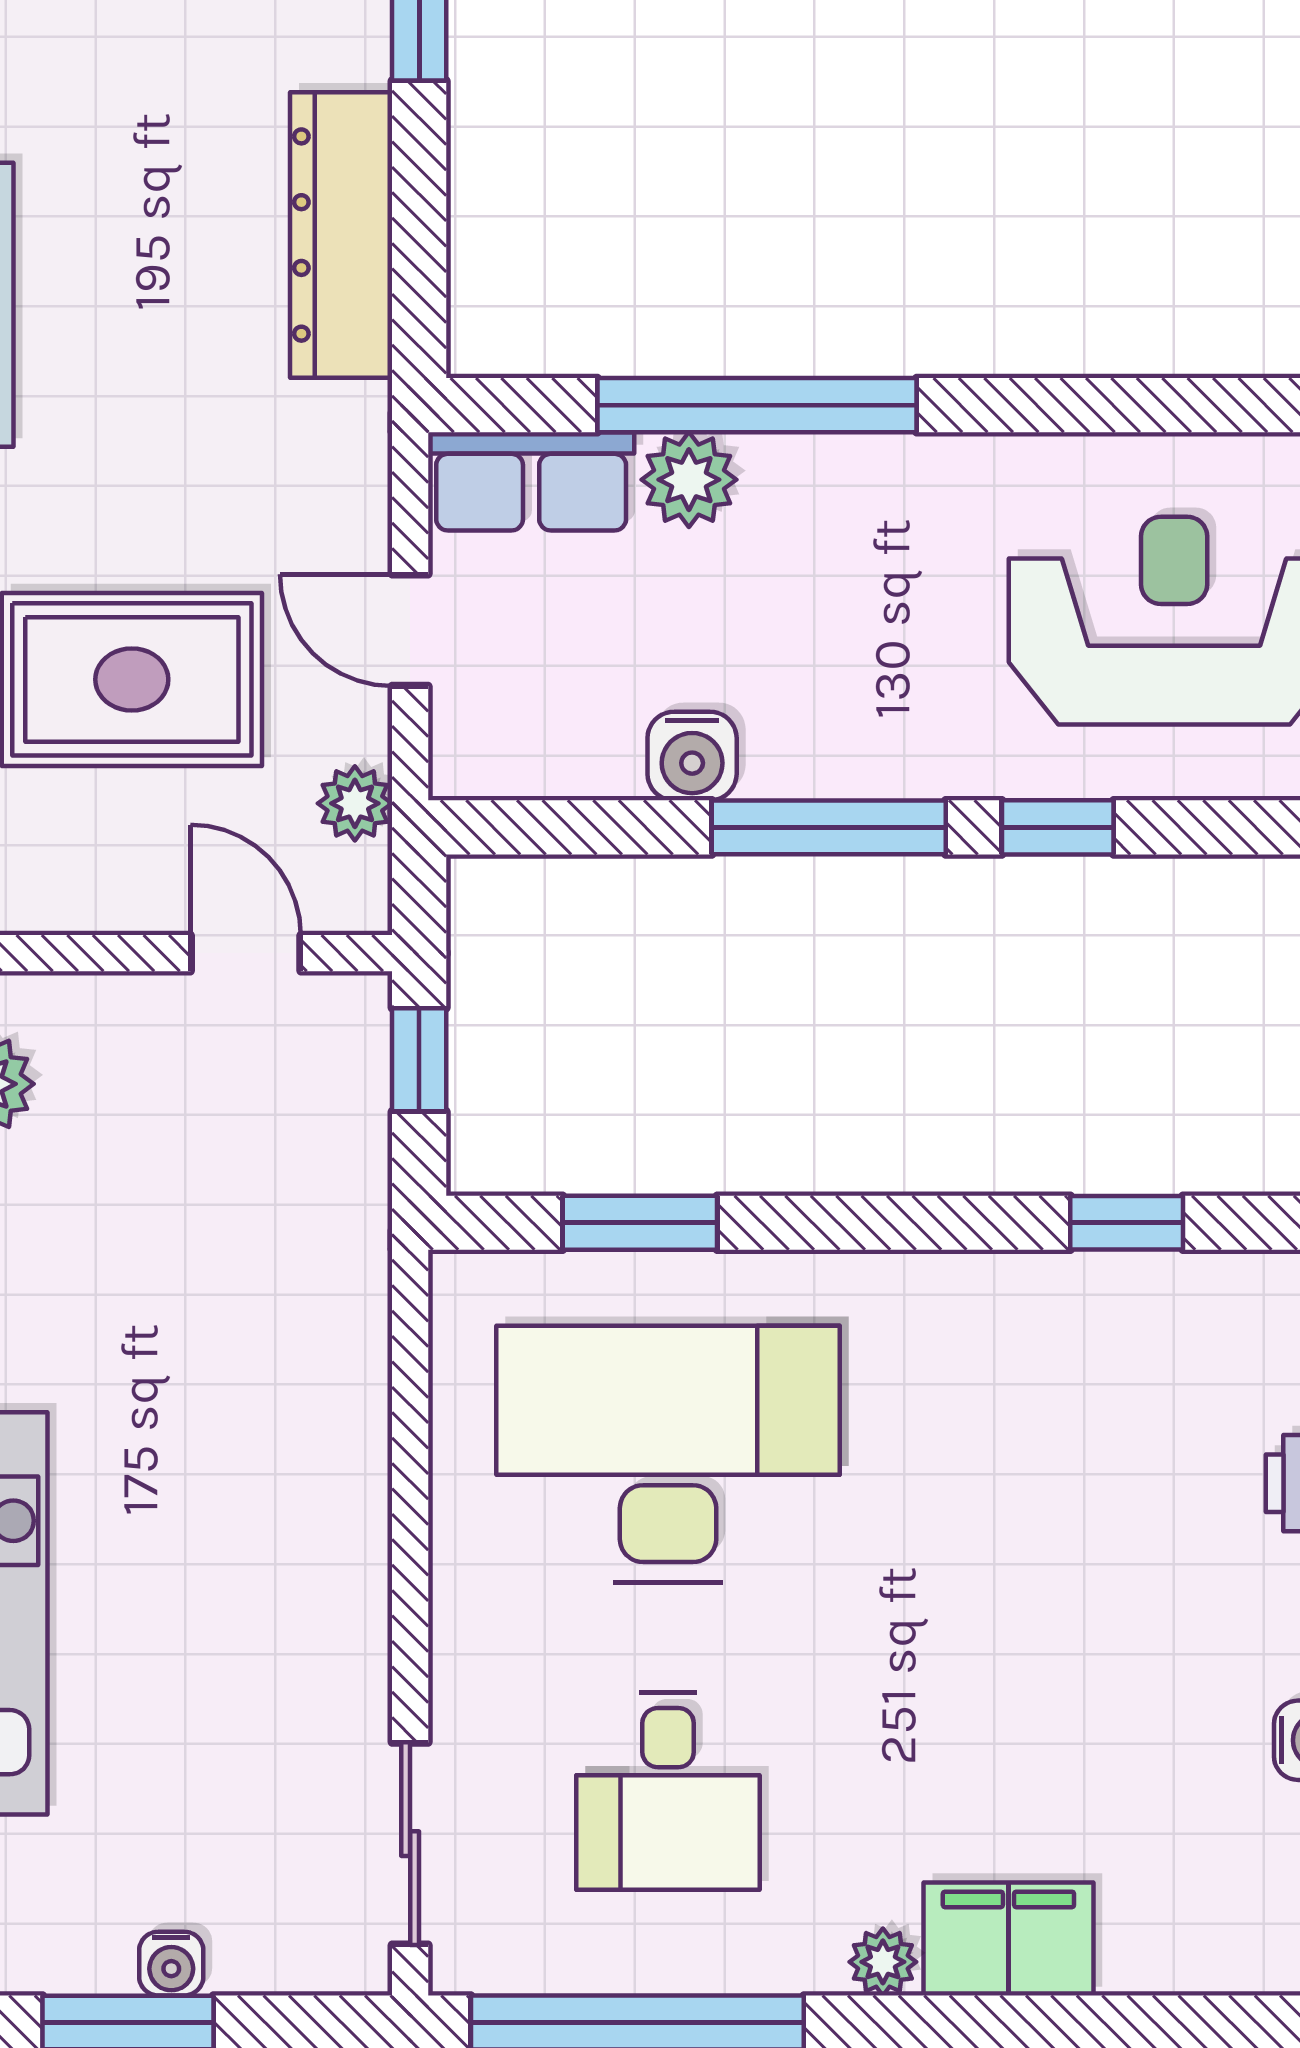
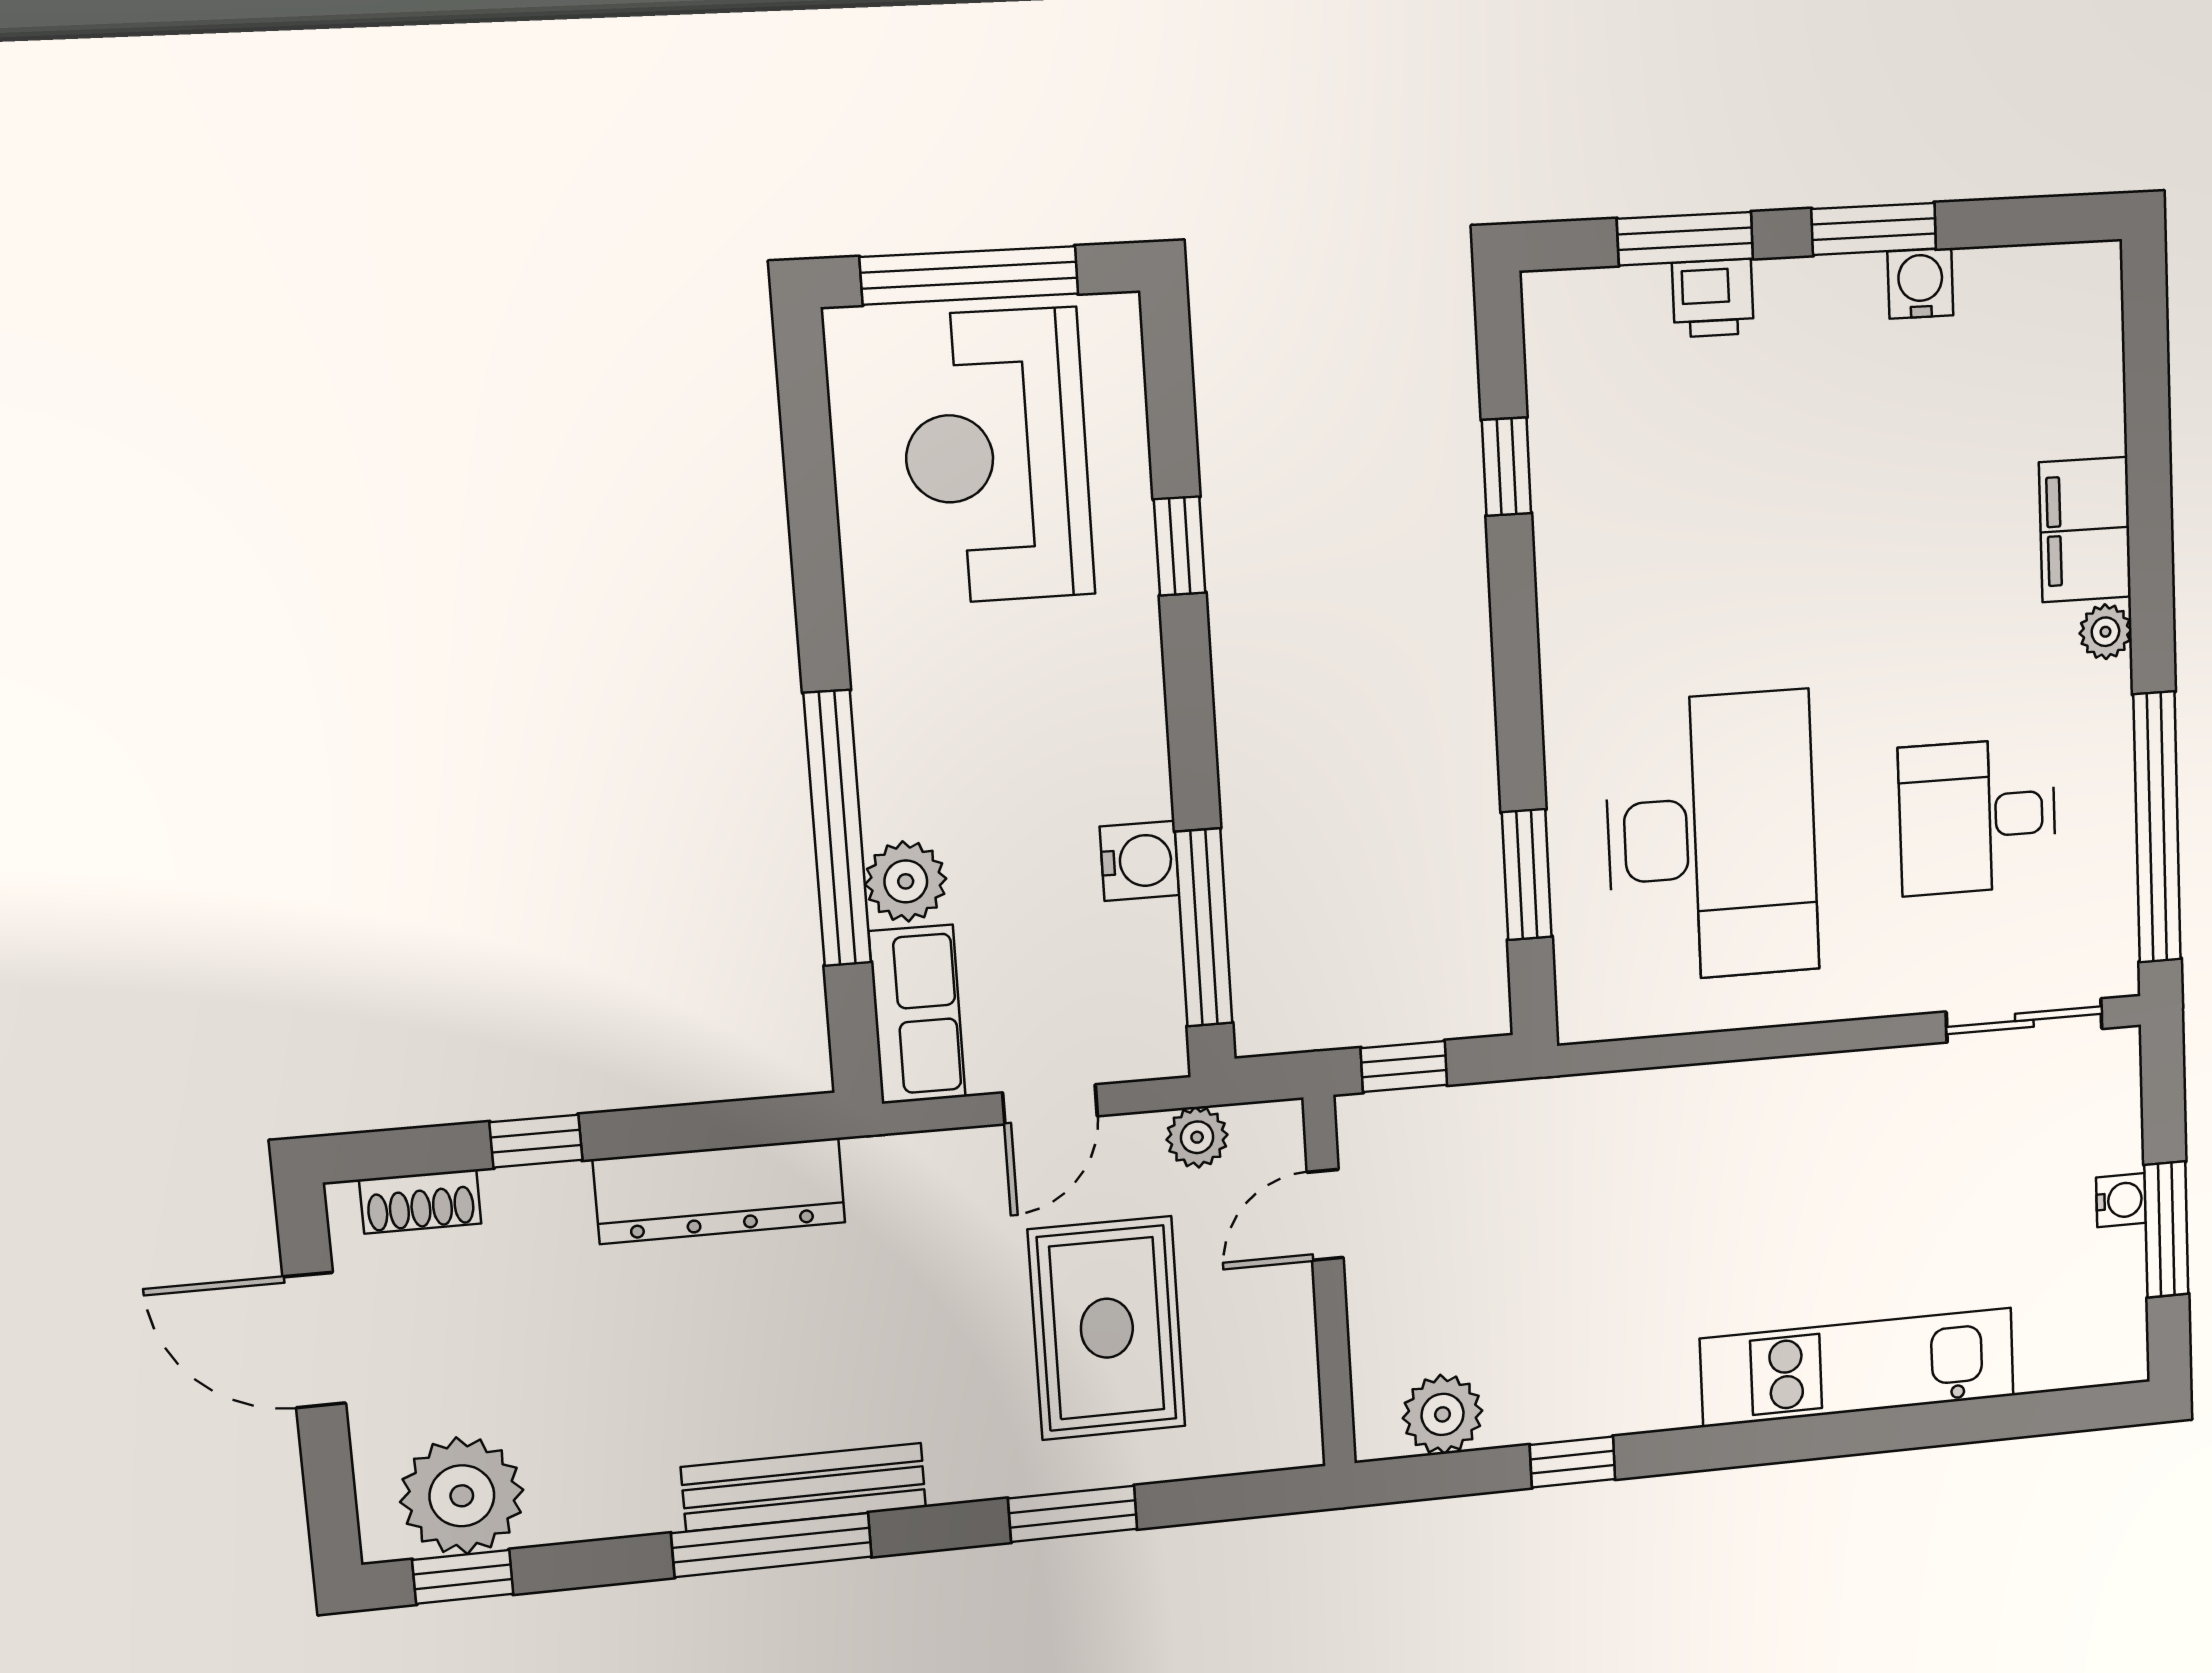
window: (829, 827) -> (1204, 928), moved
desk: (668, 1454) -> (1712, 837), turned 180
desk: (668, 1791) -> (1977, 816), turned 180

